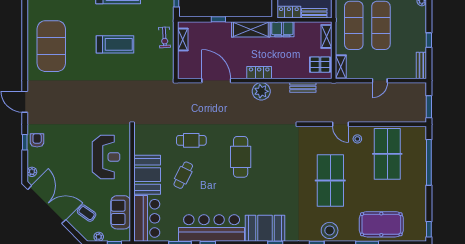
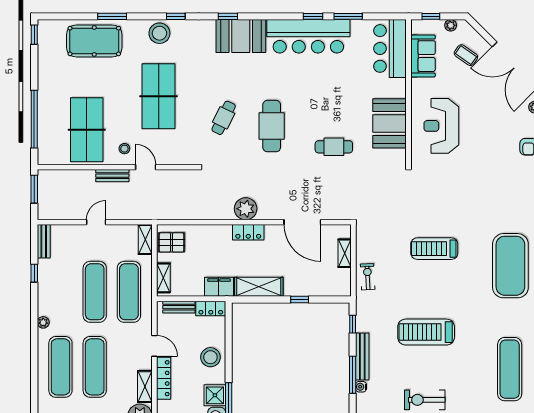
shelving: (183, 39) -> (345, 253), moved
treadmill: (115, 44) -> (434, 249), moved
bench: (303, 87) -> (112, 176), moved
booth: (147, 175) -> (390, 123), moved
cafe table: (183, 175) -> (224, 118), moved

